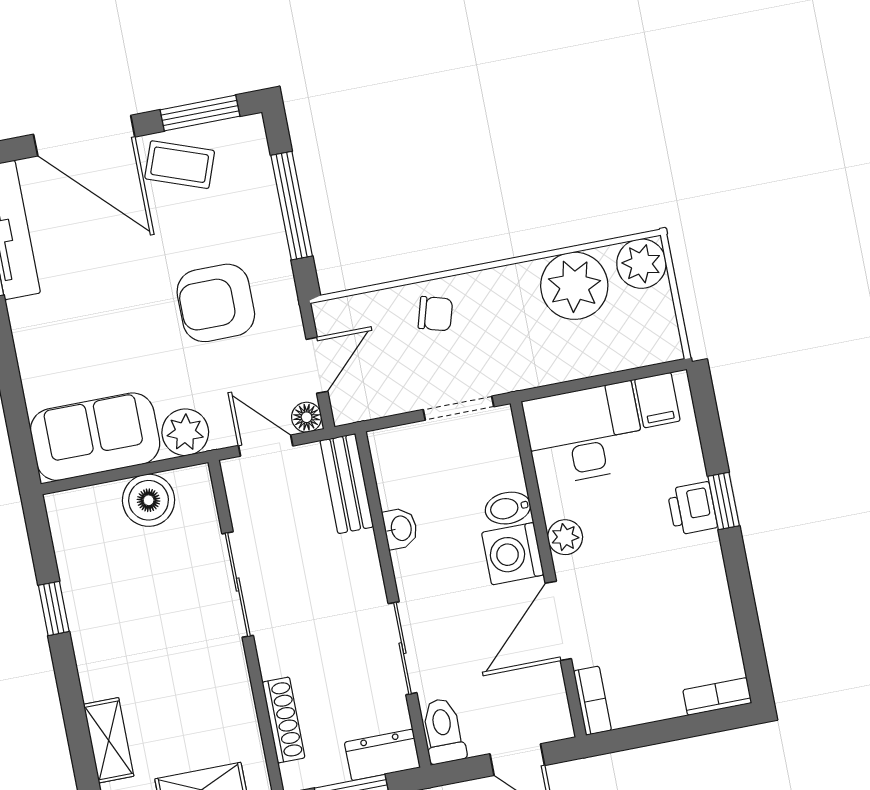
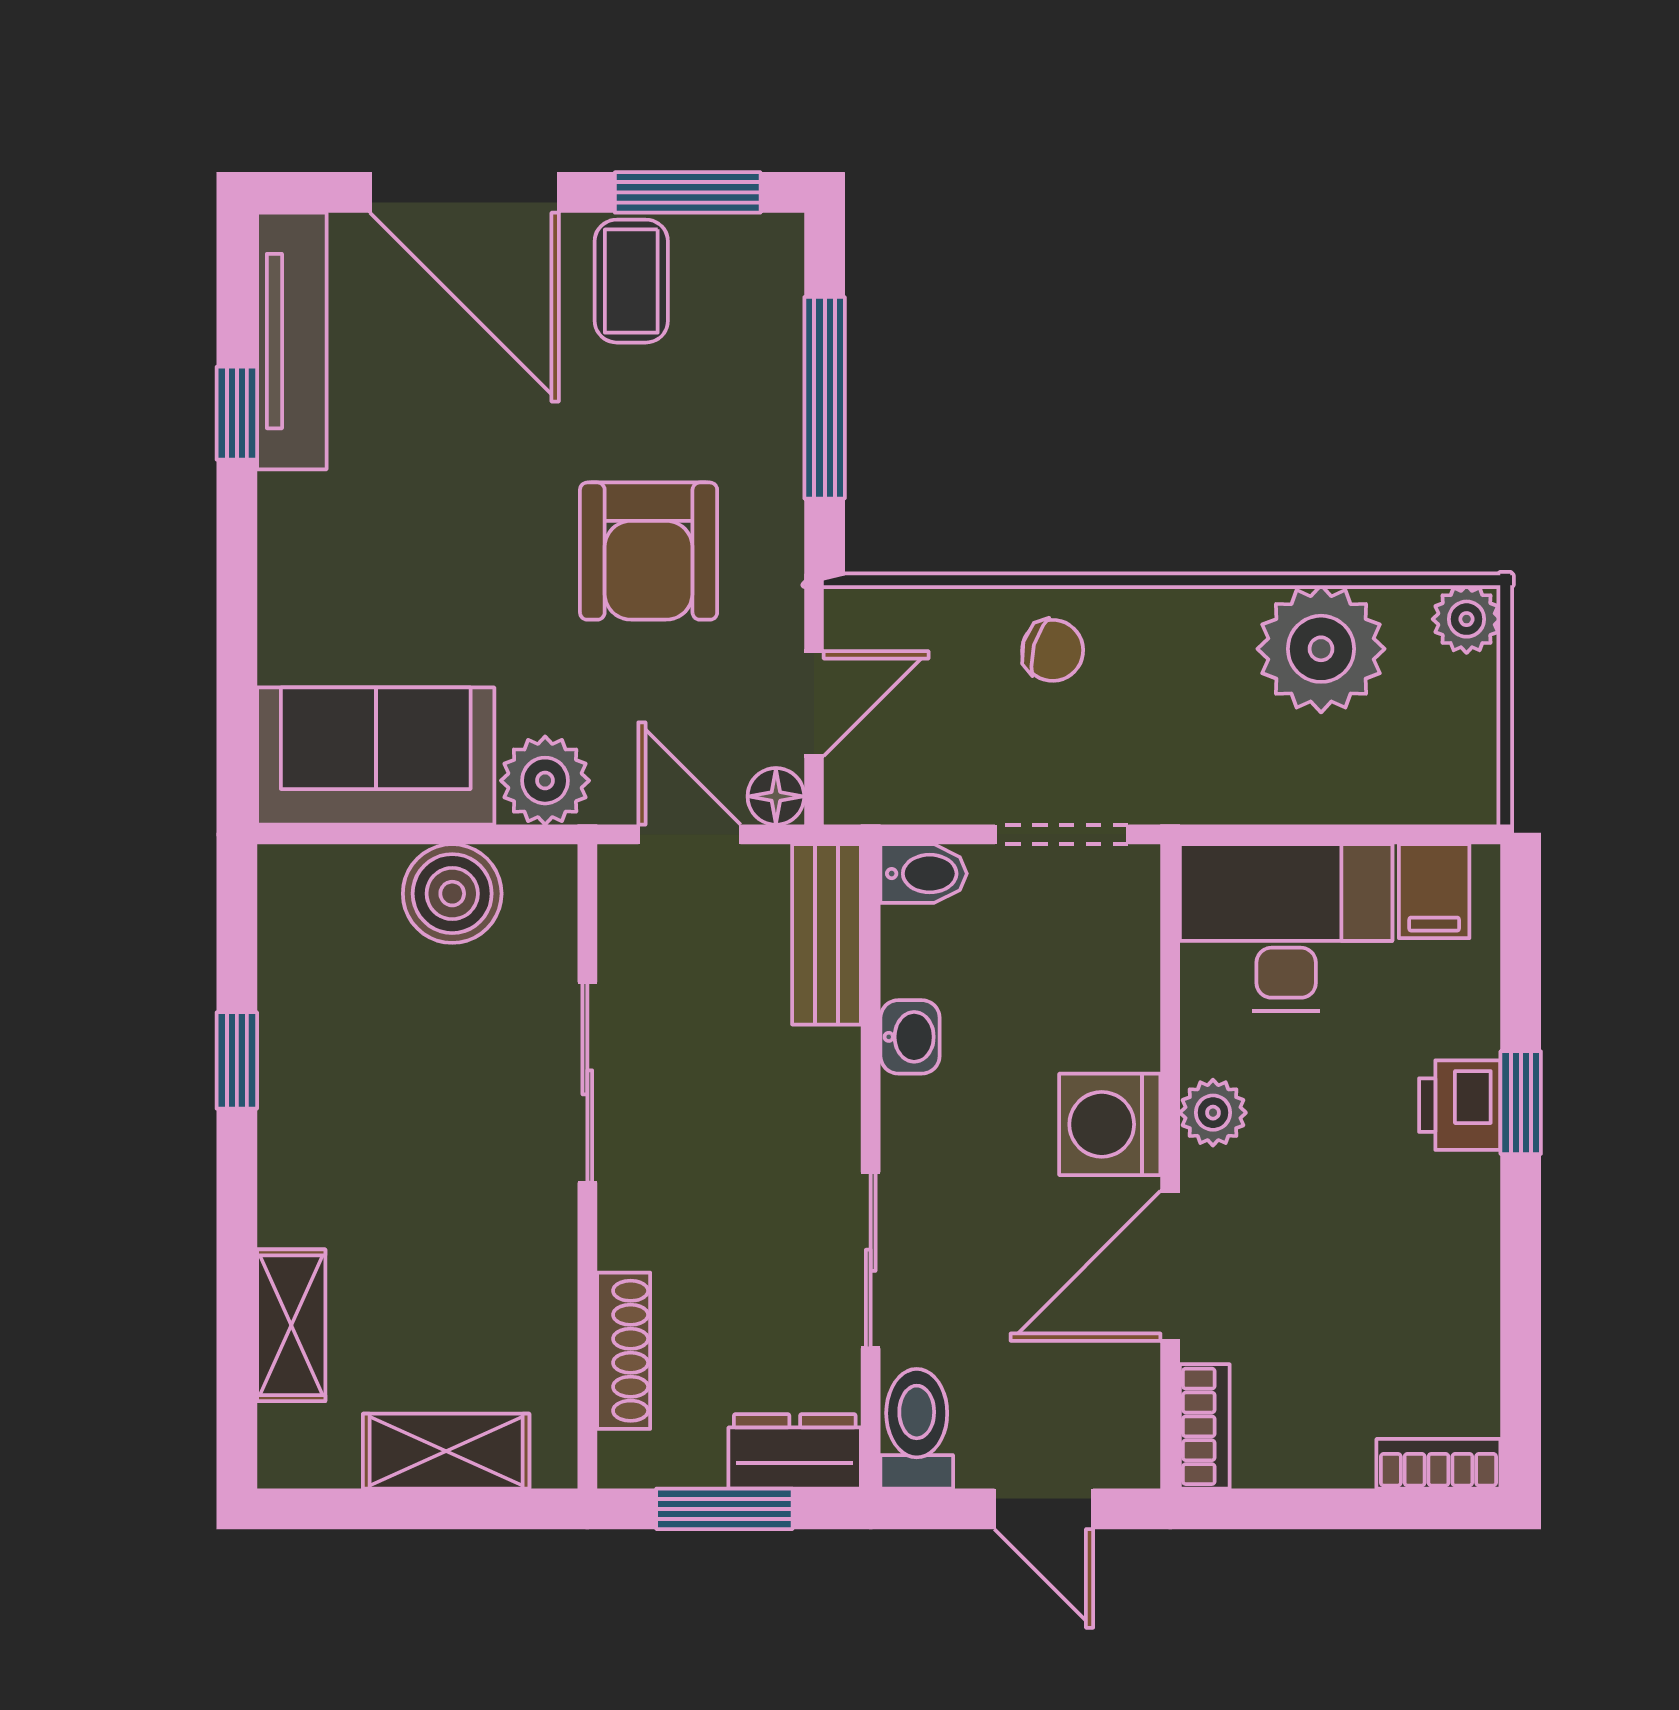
coffee table: (180, 165) -> (631, 281), turned 70
plant: (641, 264) -> (1467, 619), width x0.73, depth x0.73
armchair: (216, 303) -> (649, 551), turned -90
bidet: (508, 508) -> (924, 874), moved, turned 180

